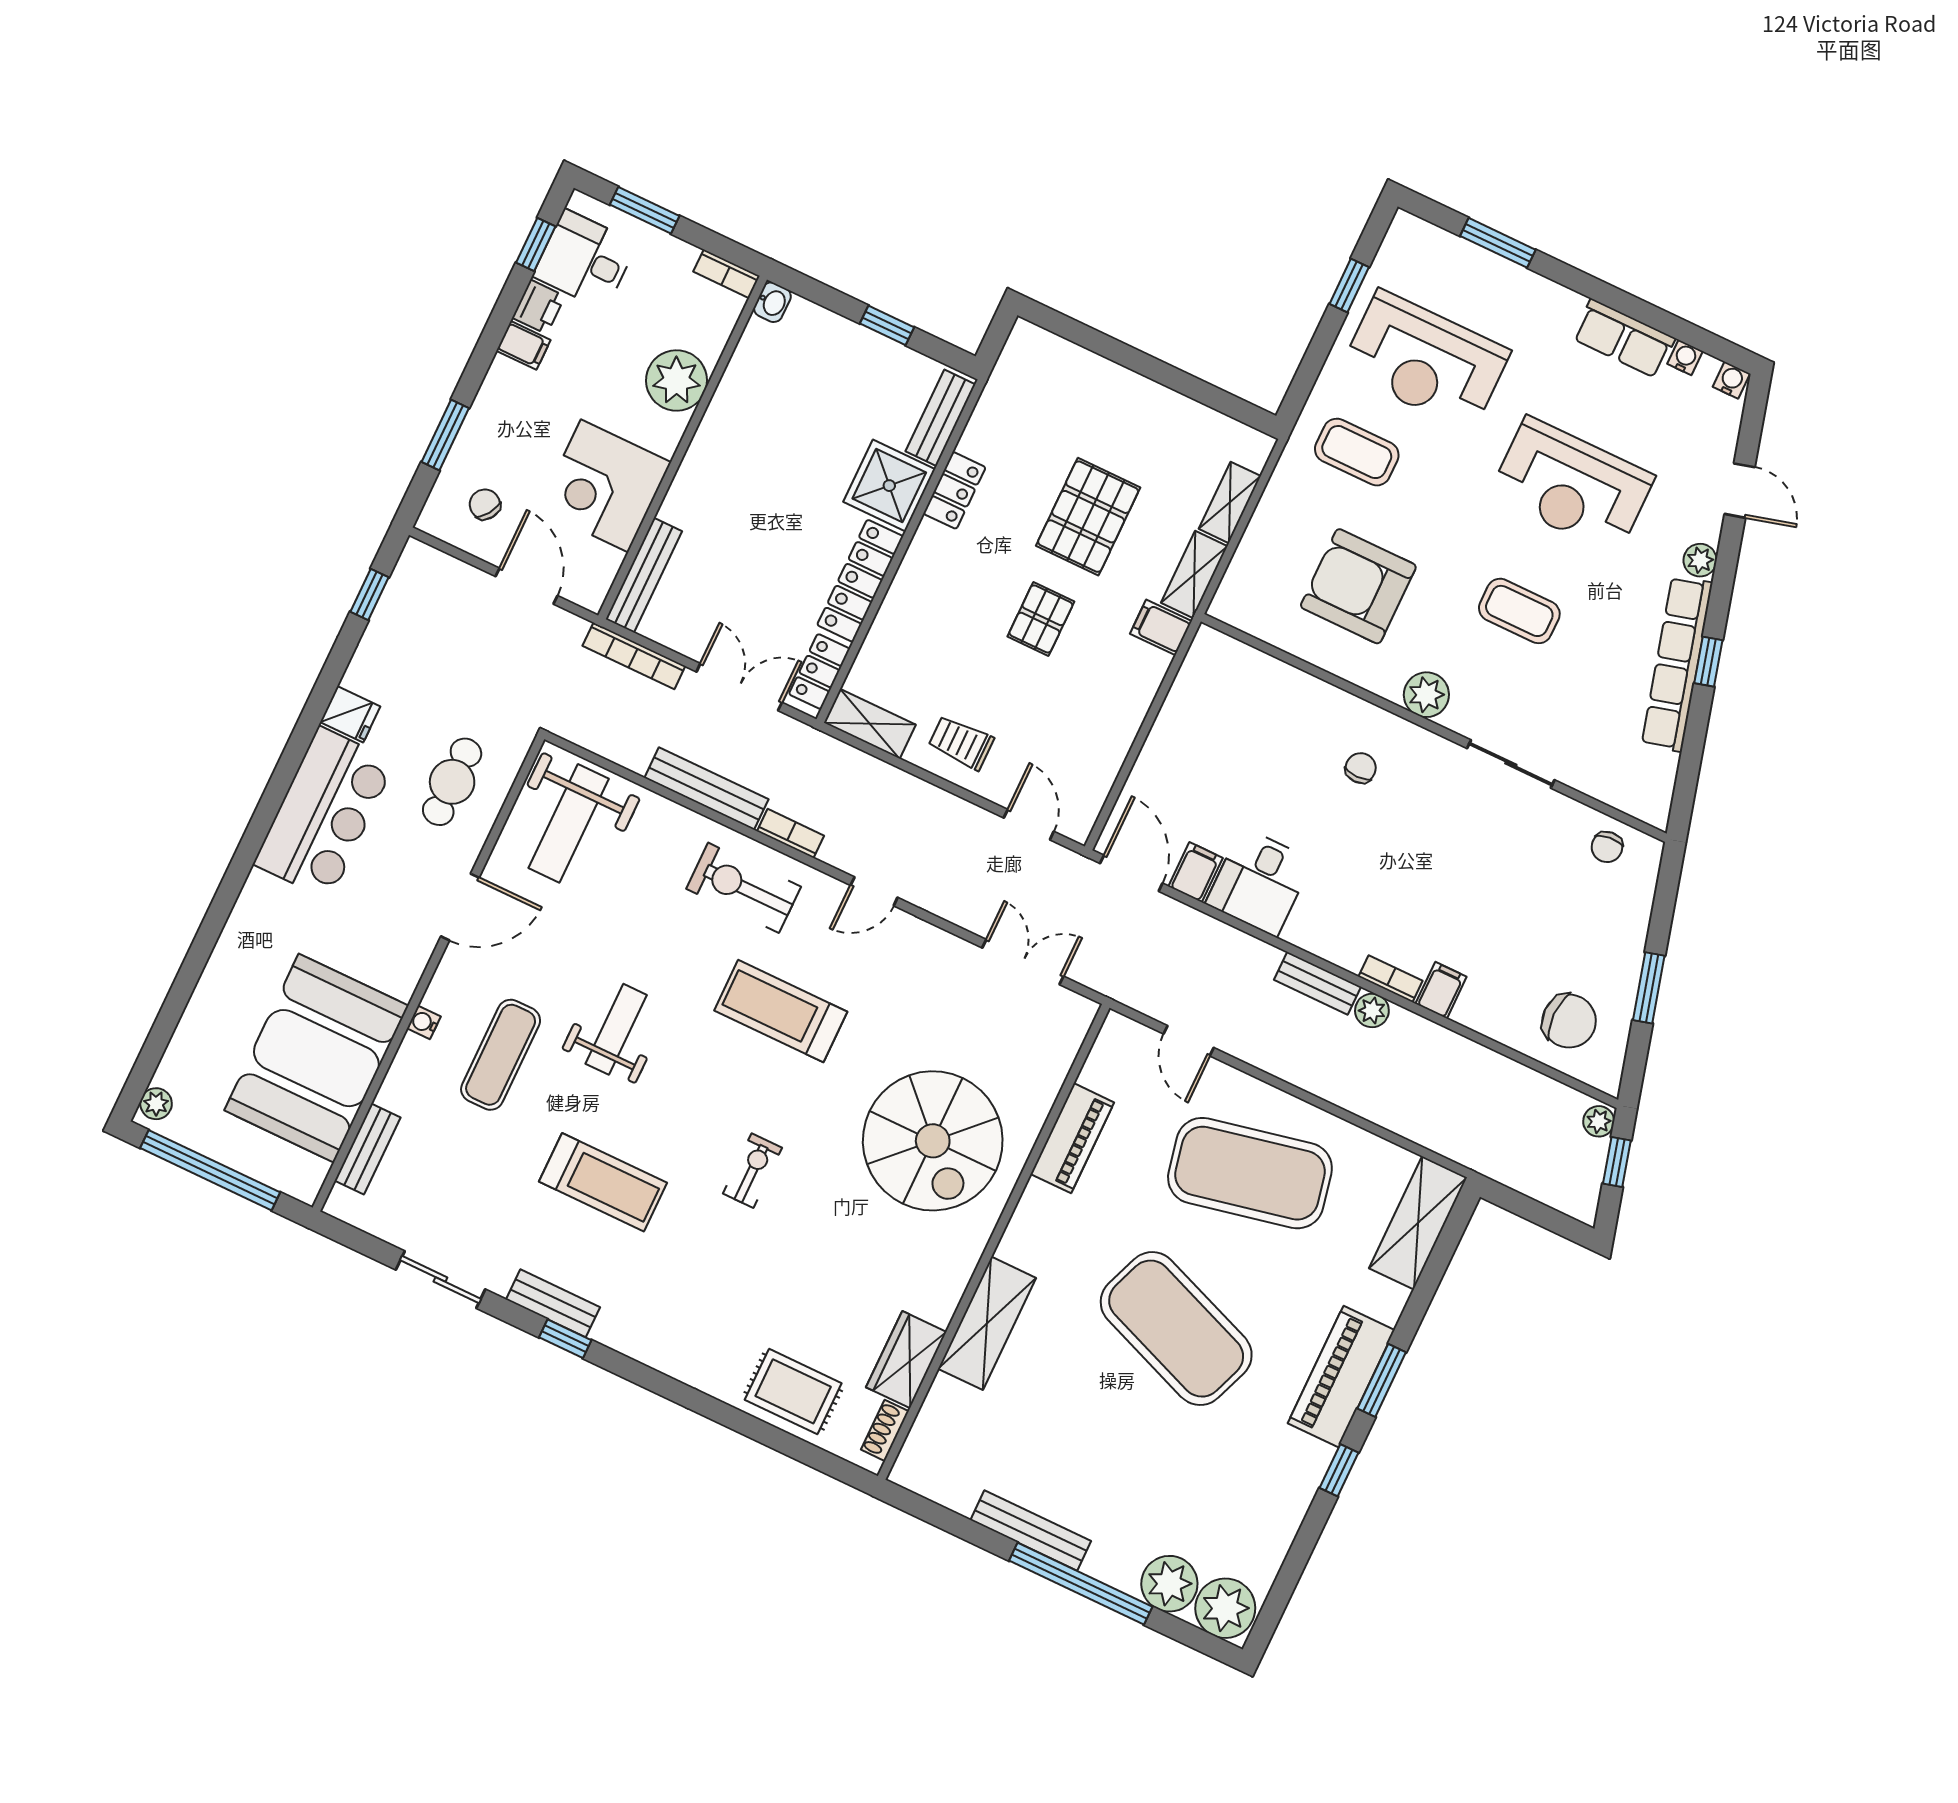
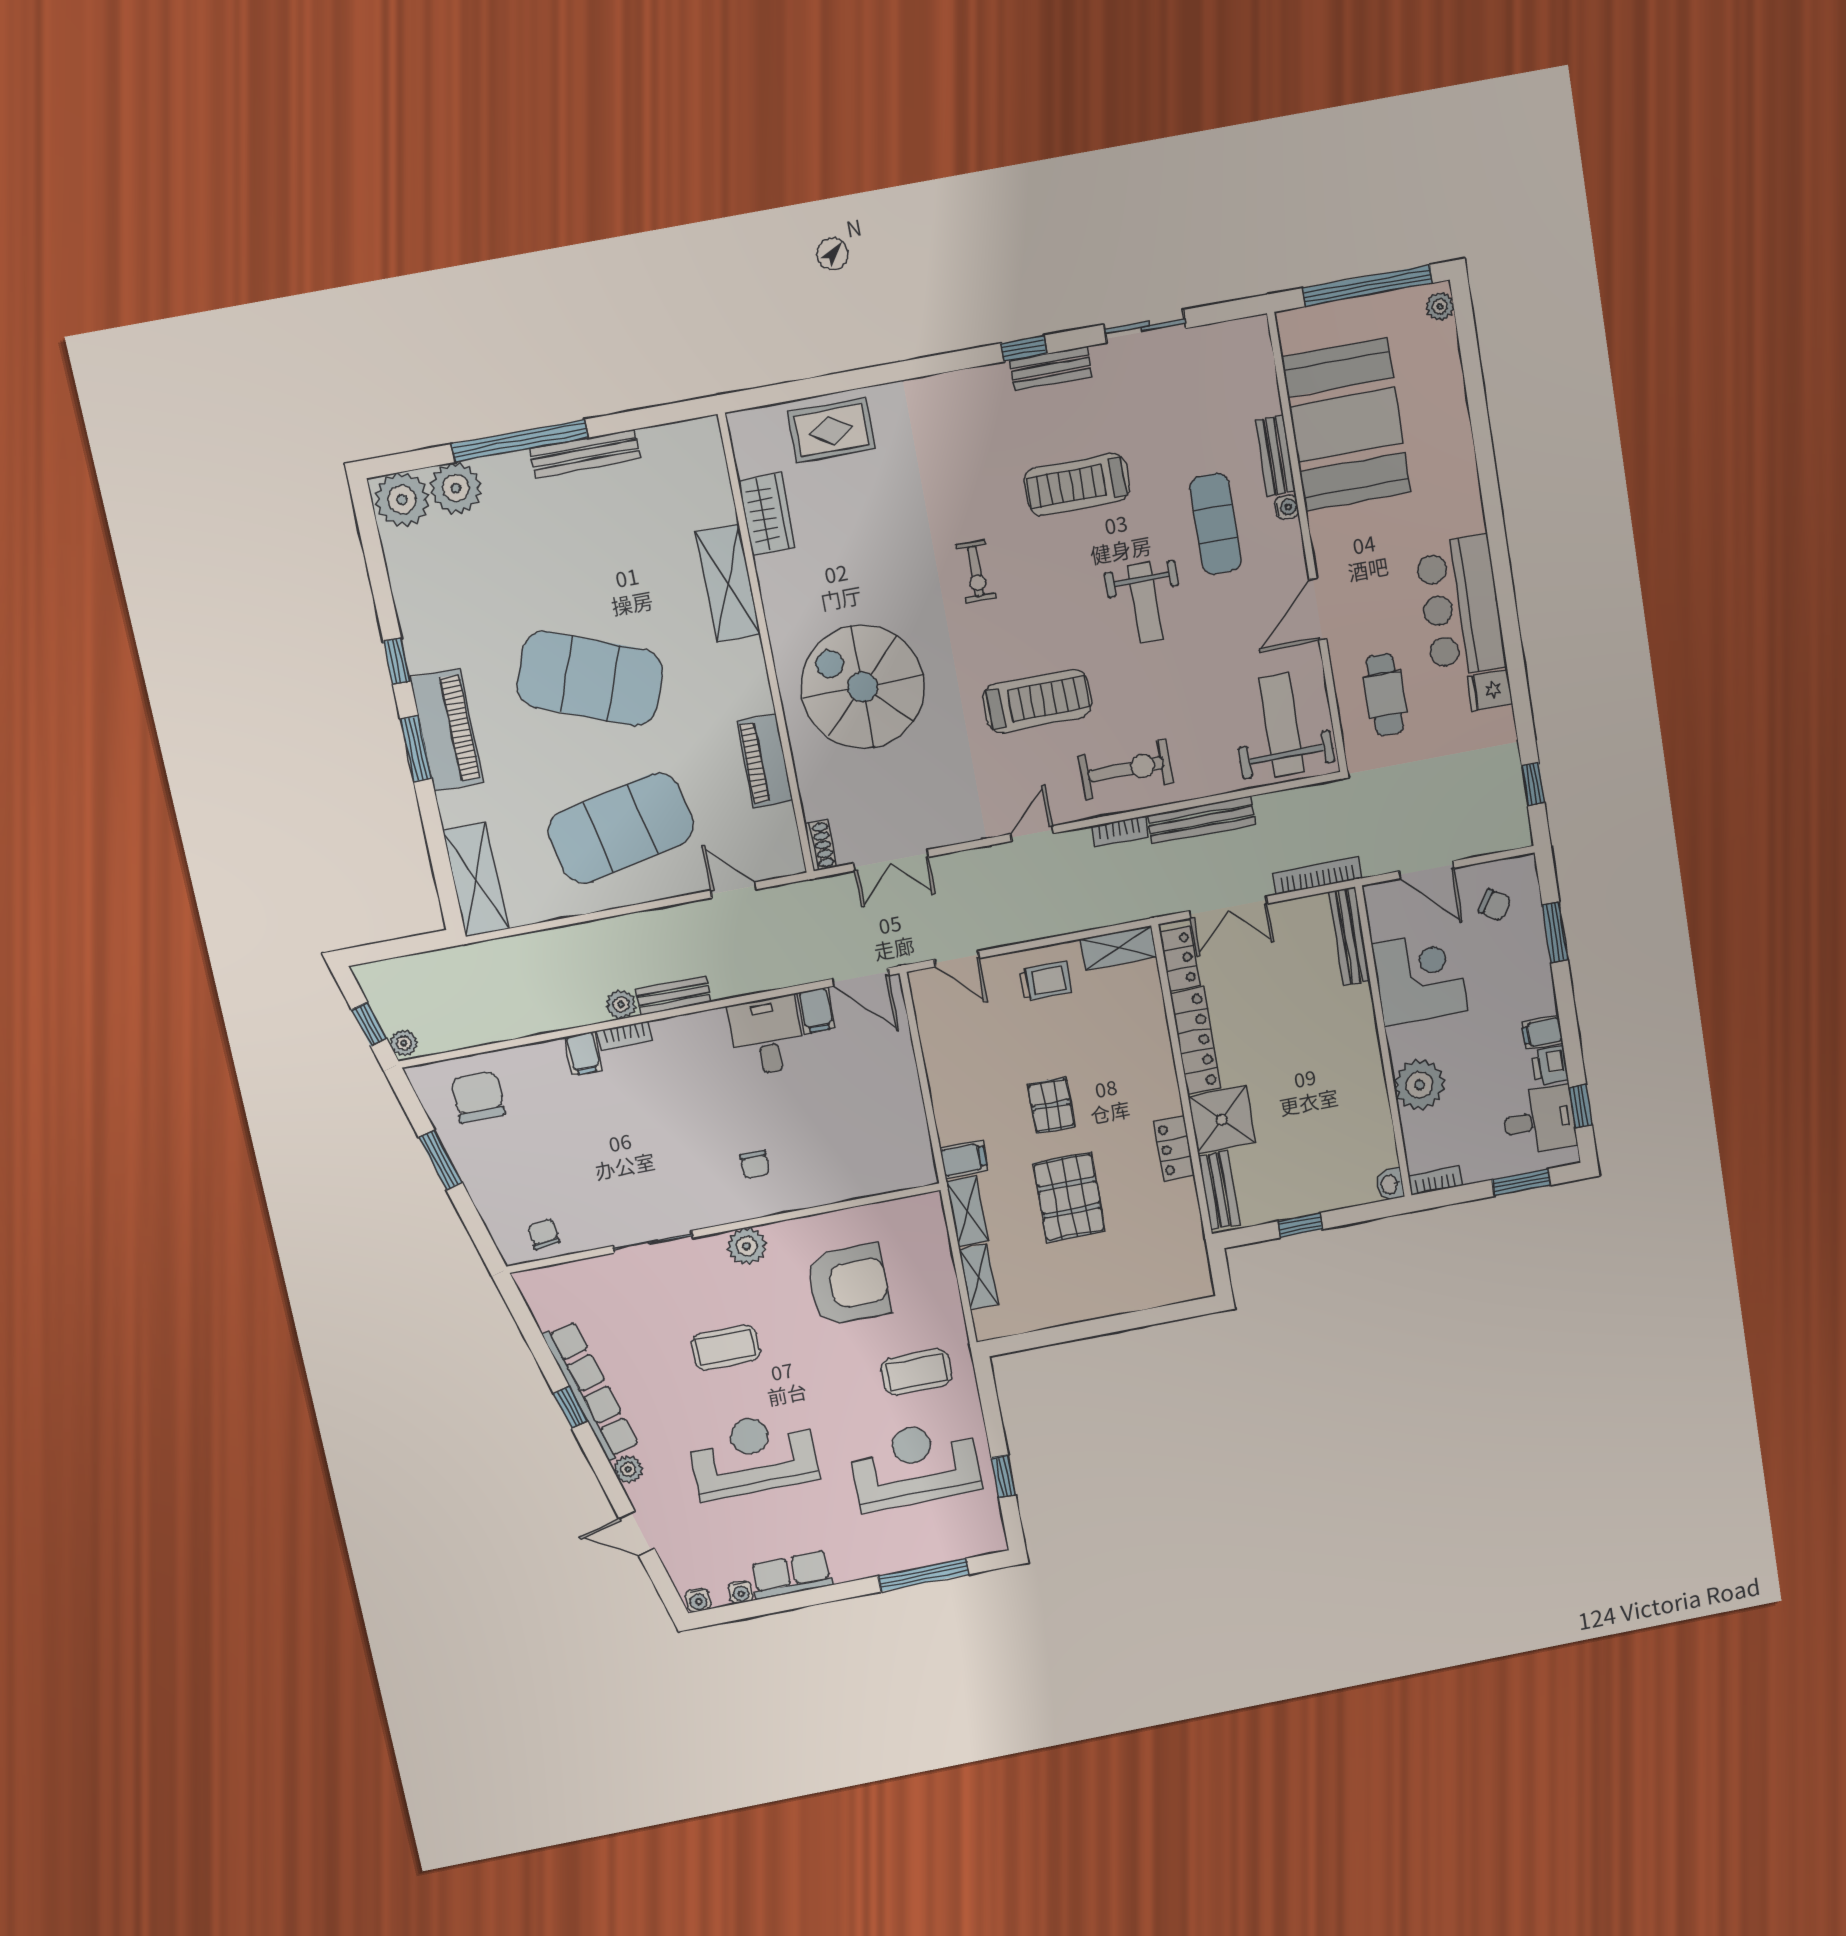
window: (1498, 243) -> (924, 1575), width x1.44
chair: (1569, 1021) -> (478, 1097), turned 90
bench: (368, 1149) -> (1275, 456), moved
shoe rack: (885, 1430) -> (820, 845), moved

